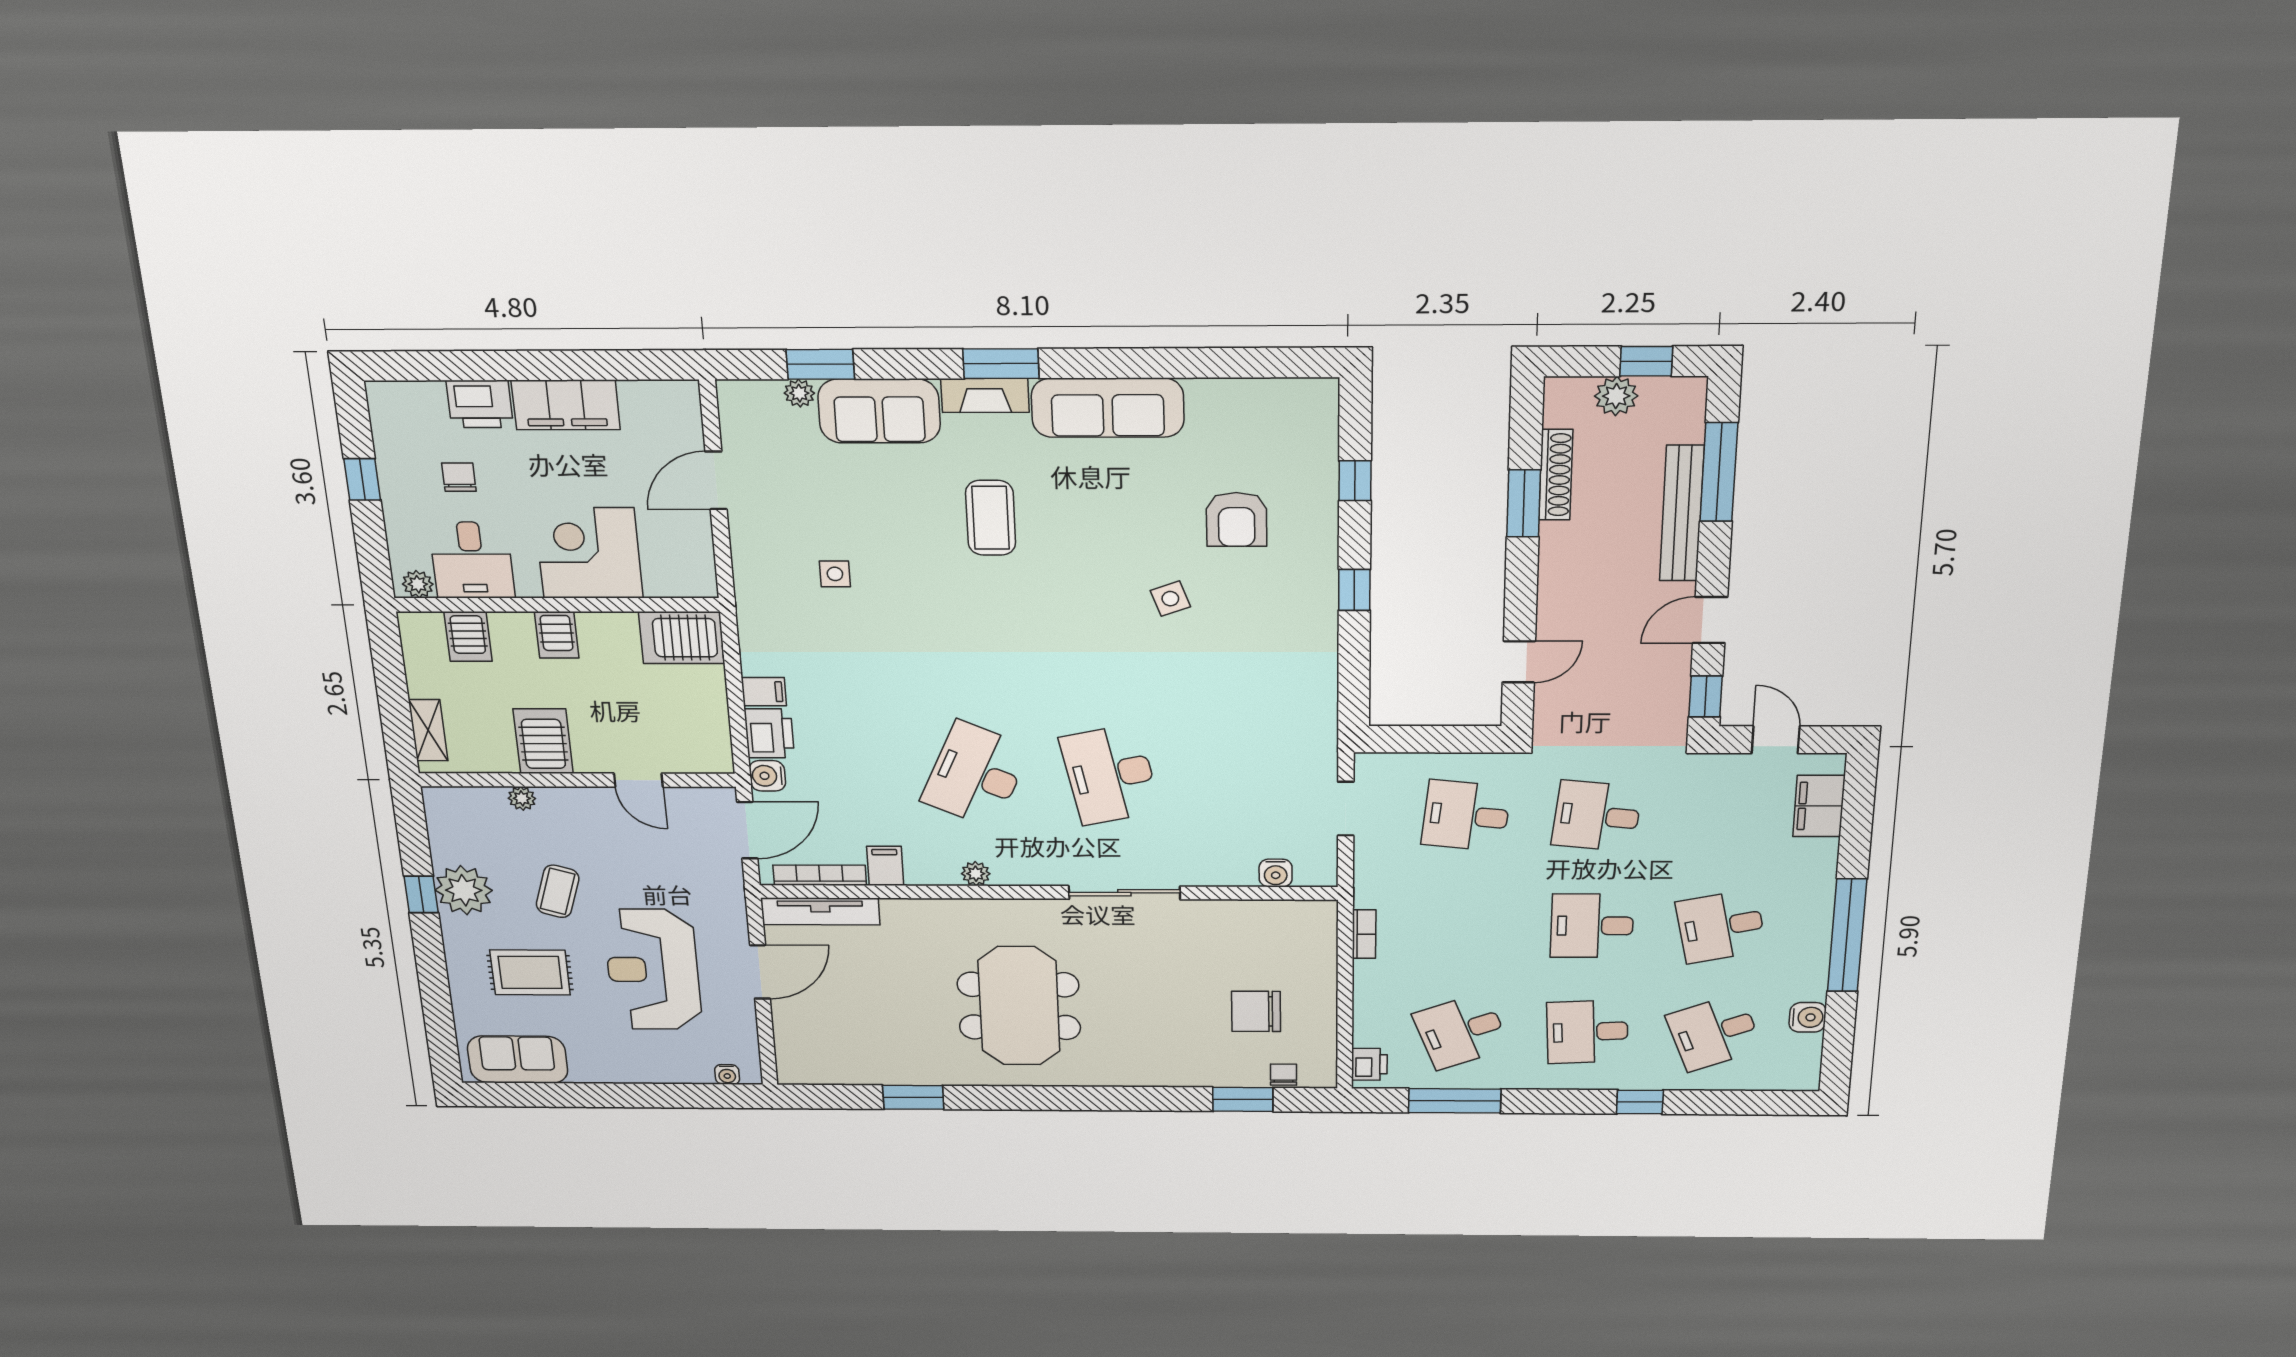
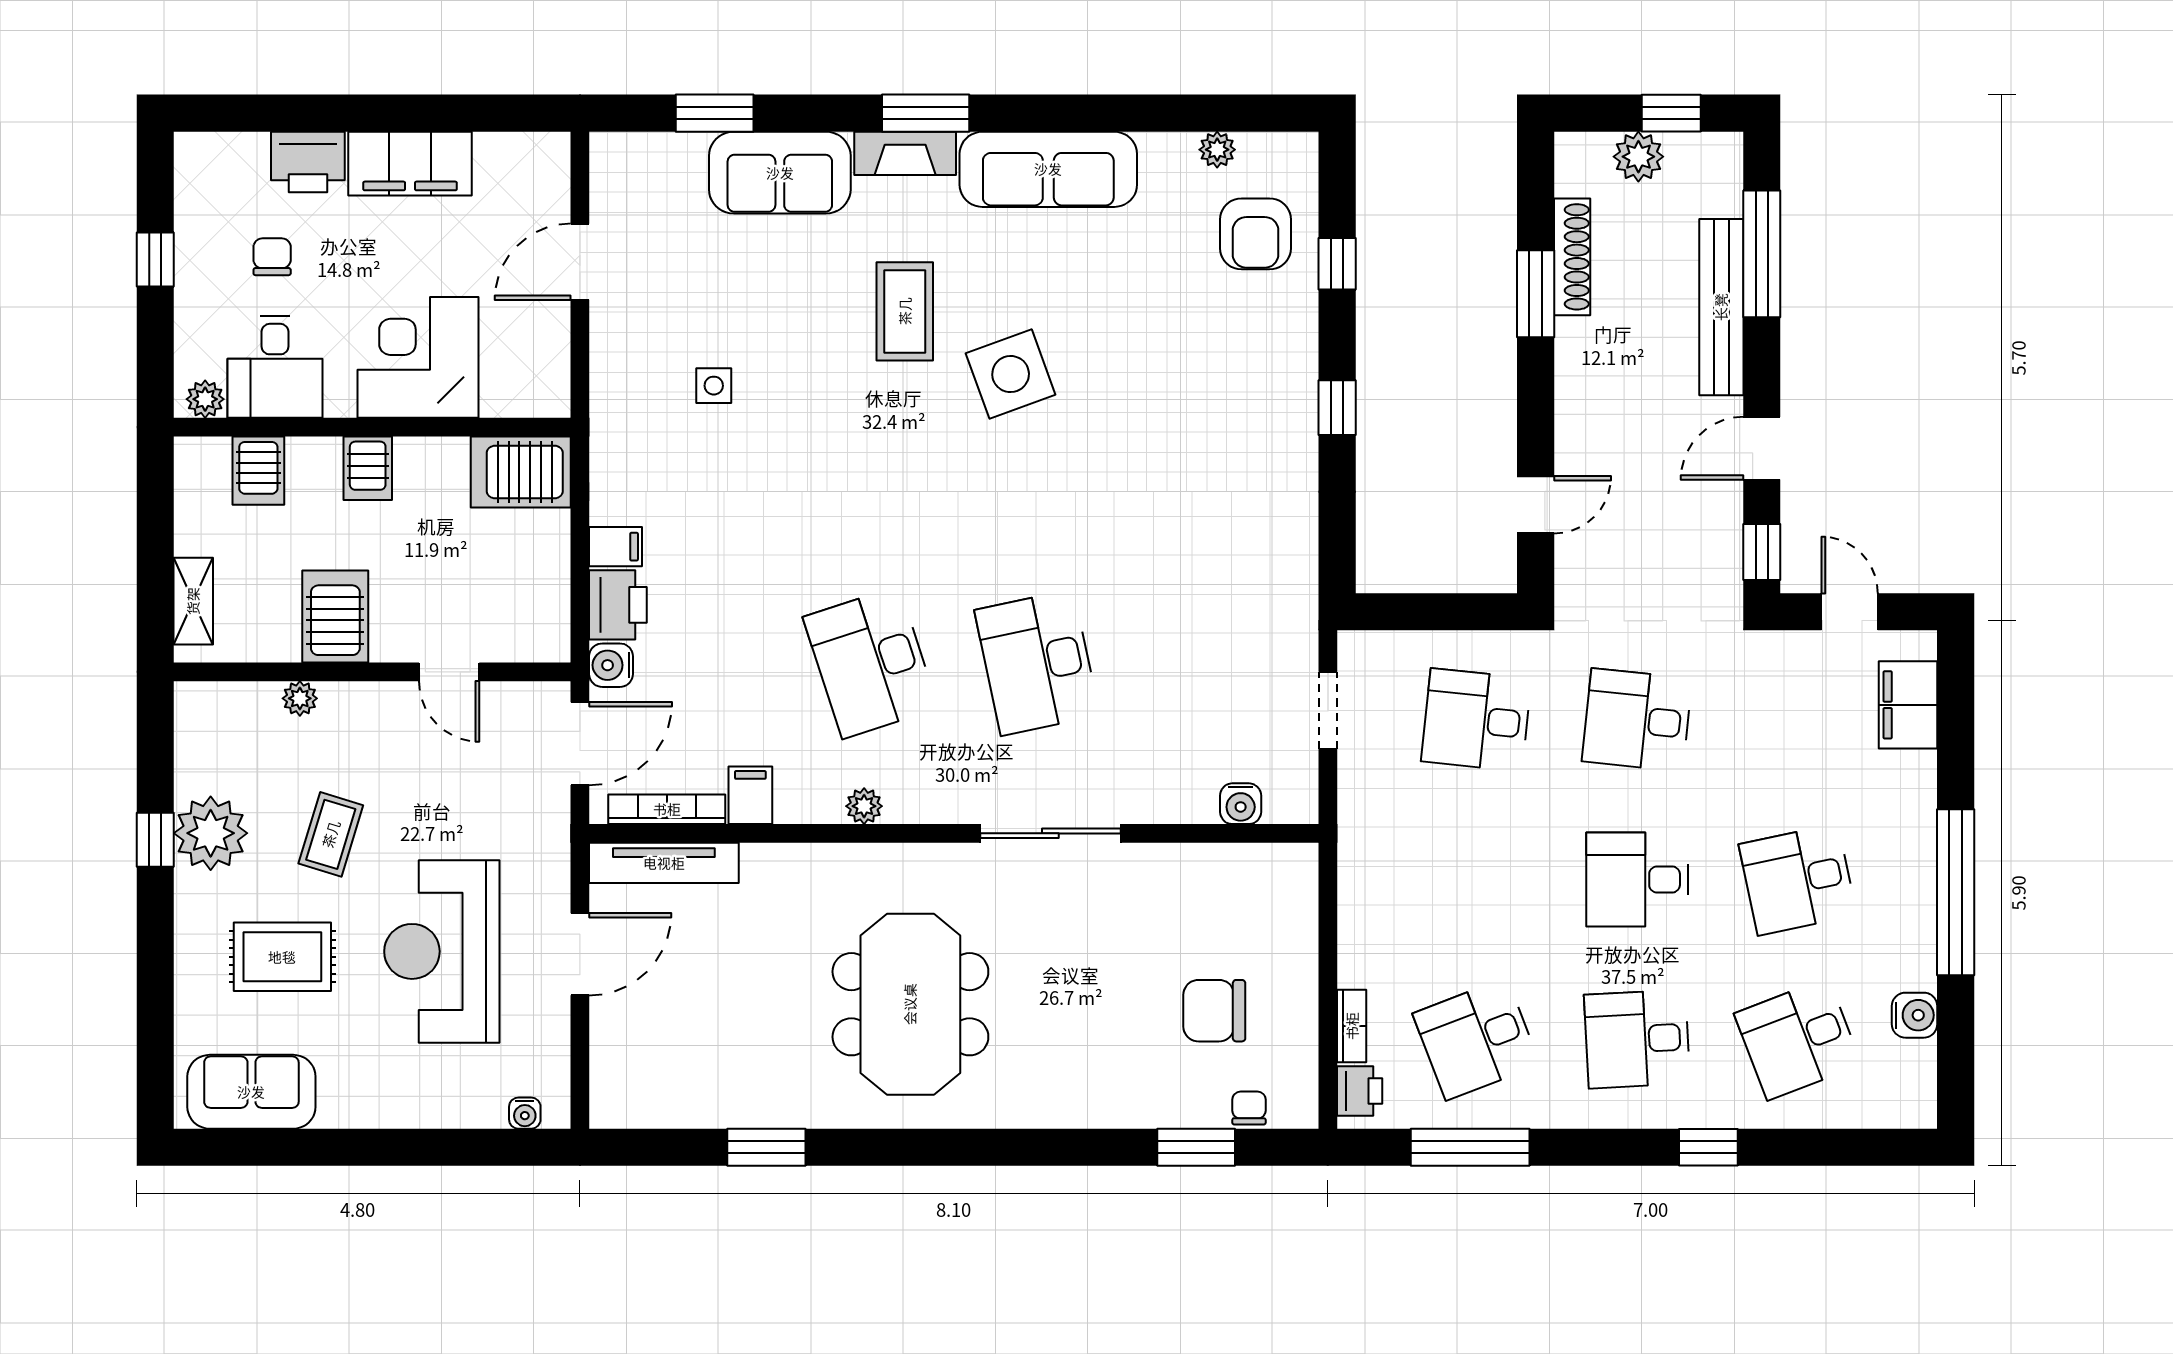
plant: (799, 393) -> (1217, 150), moved
armchair: (1237, 519) -> (1256, 234), moved
side table: (1170, 599) -> (1011, 374), moved, width x1.87, depth x1.87
desk: (976, 774) -> (871, 663), turned -42
bookcase: (1364, 934) -> (1352, 1026), moved

